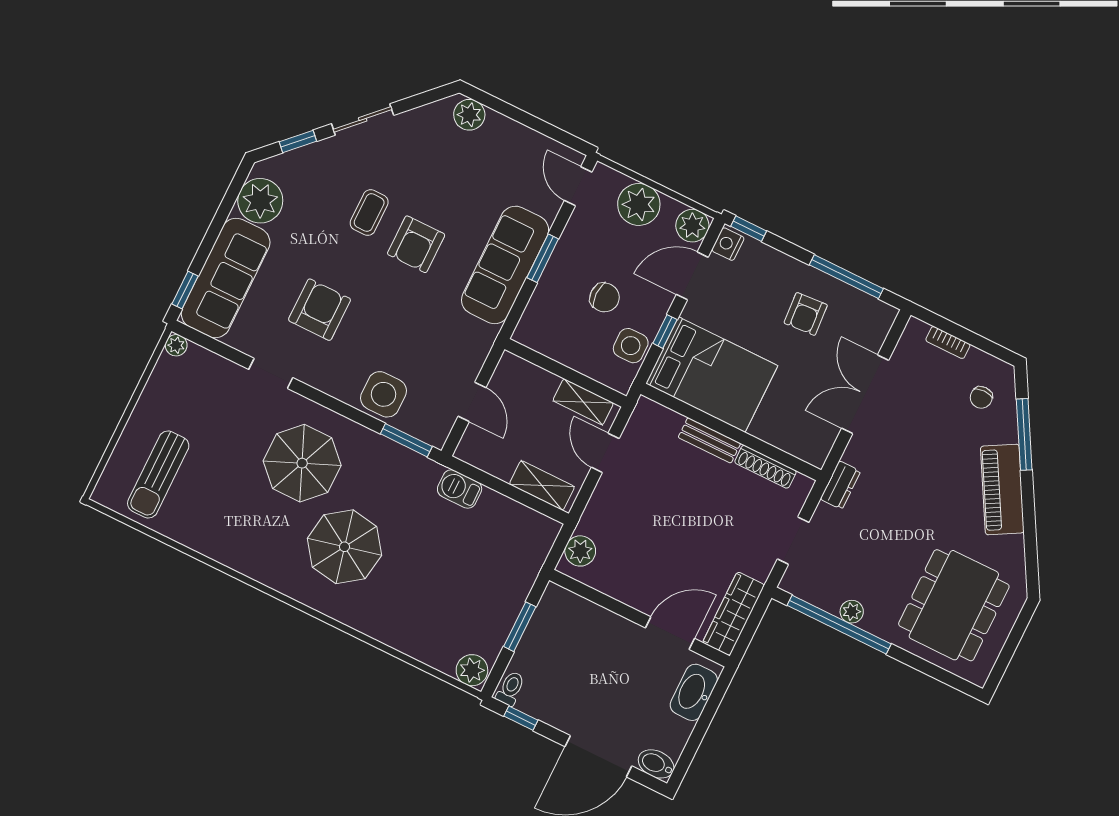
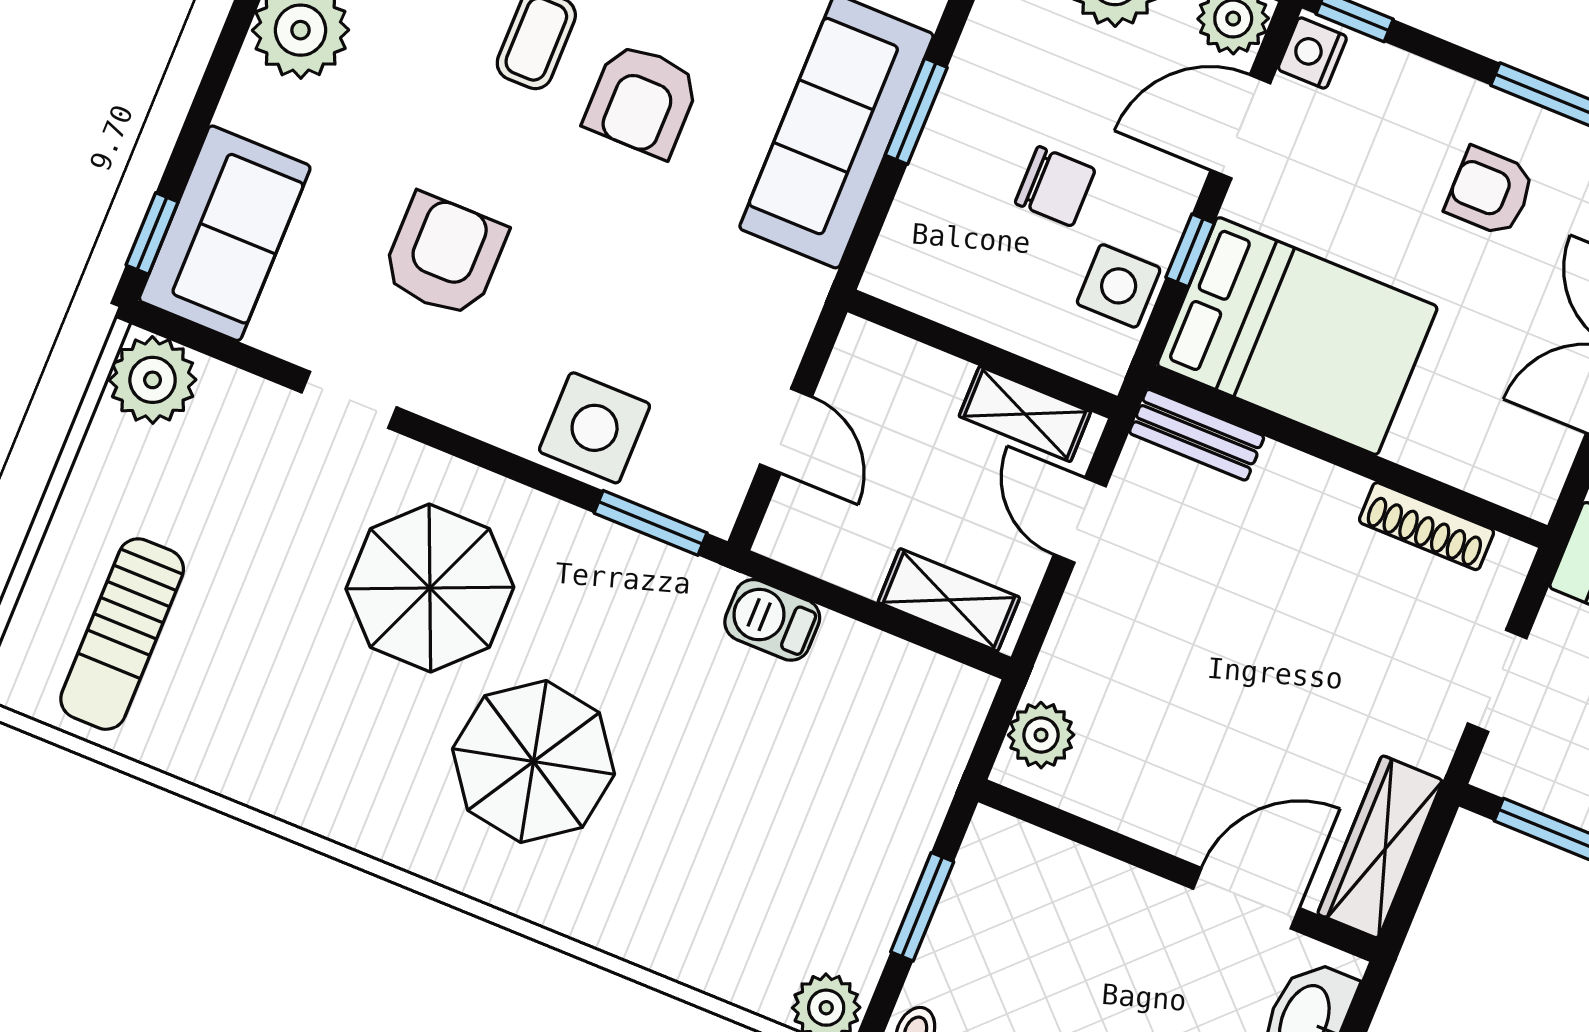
sofa: (226, 278) -> (225, 233), width x0.73
armchair: (806, 314) -> (1490, 191), turned 94
plant: (176, 345) -> (153, 380), width x1.88, depth x1.88
bench: (709, 440) -> (1197, 435), moved

